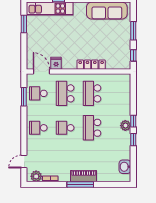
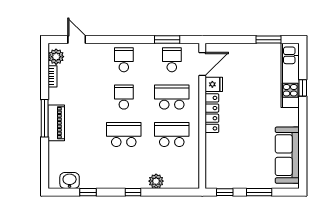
locker: (91, 65) -> (212, 113), moved
plant: (125, 126) -> (156, 181), moved
window: (133, 140) -> (88, 192), moved

